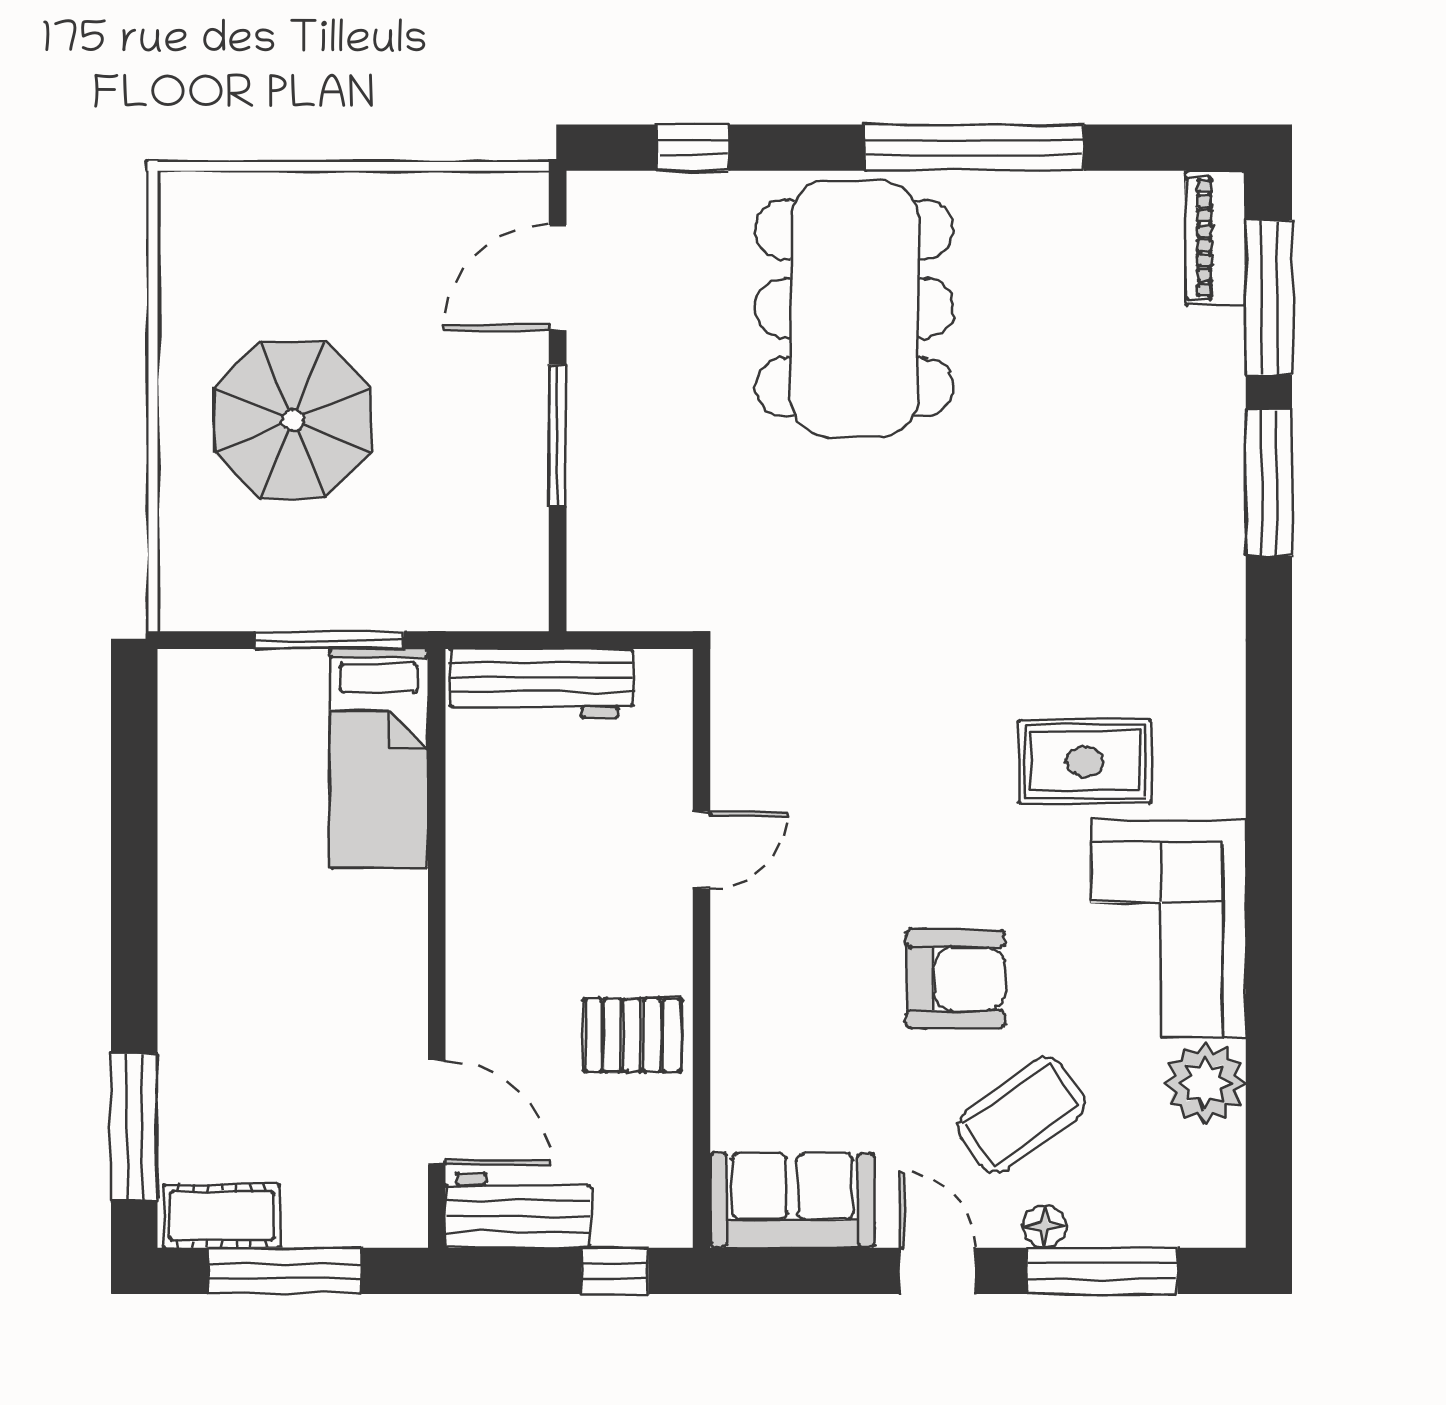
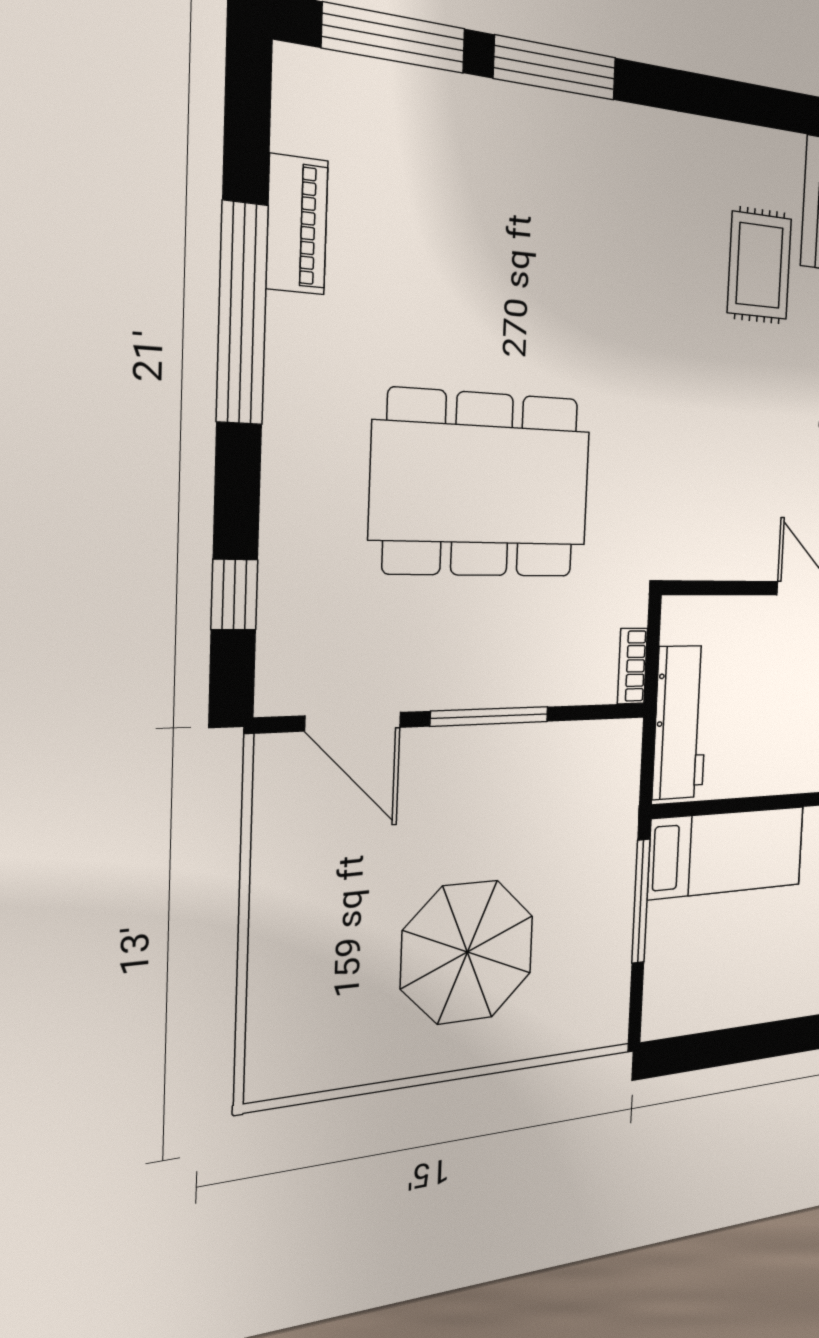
piano: (1216, 238) -> (297, 225), moved, turned -90
dining table: (854, 308) -> (482, 484), moved
bookcase: (610, 614) -> (632, 666), added

